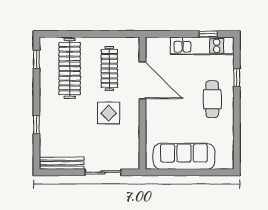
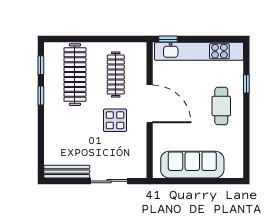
window: (208, 34) -> (168, 39), moved
kitchen unit: (202, 46) -> (199, 51), width x1.36
door: (142, 80) -> (150, 104), moved
window: (36, 125) -> (41, 96), moved

